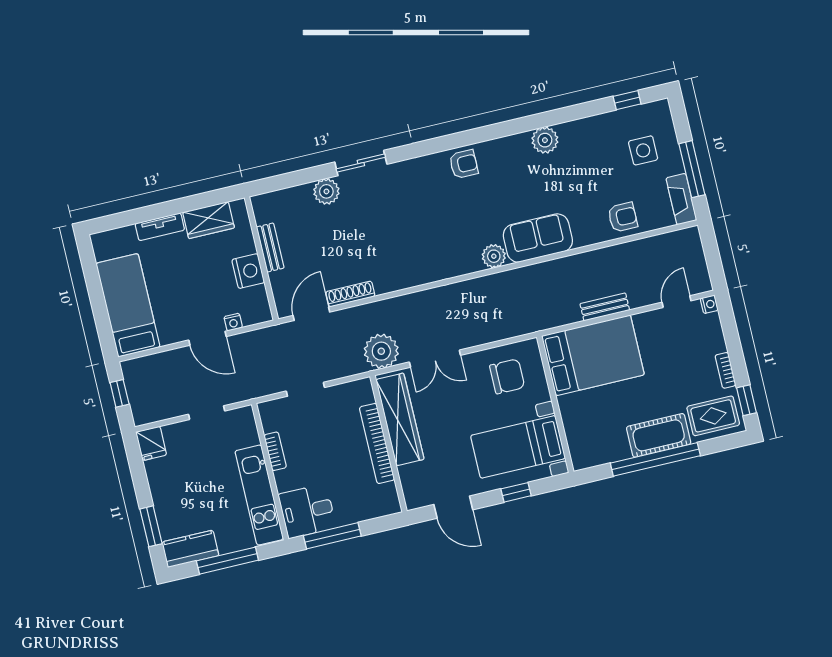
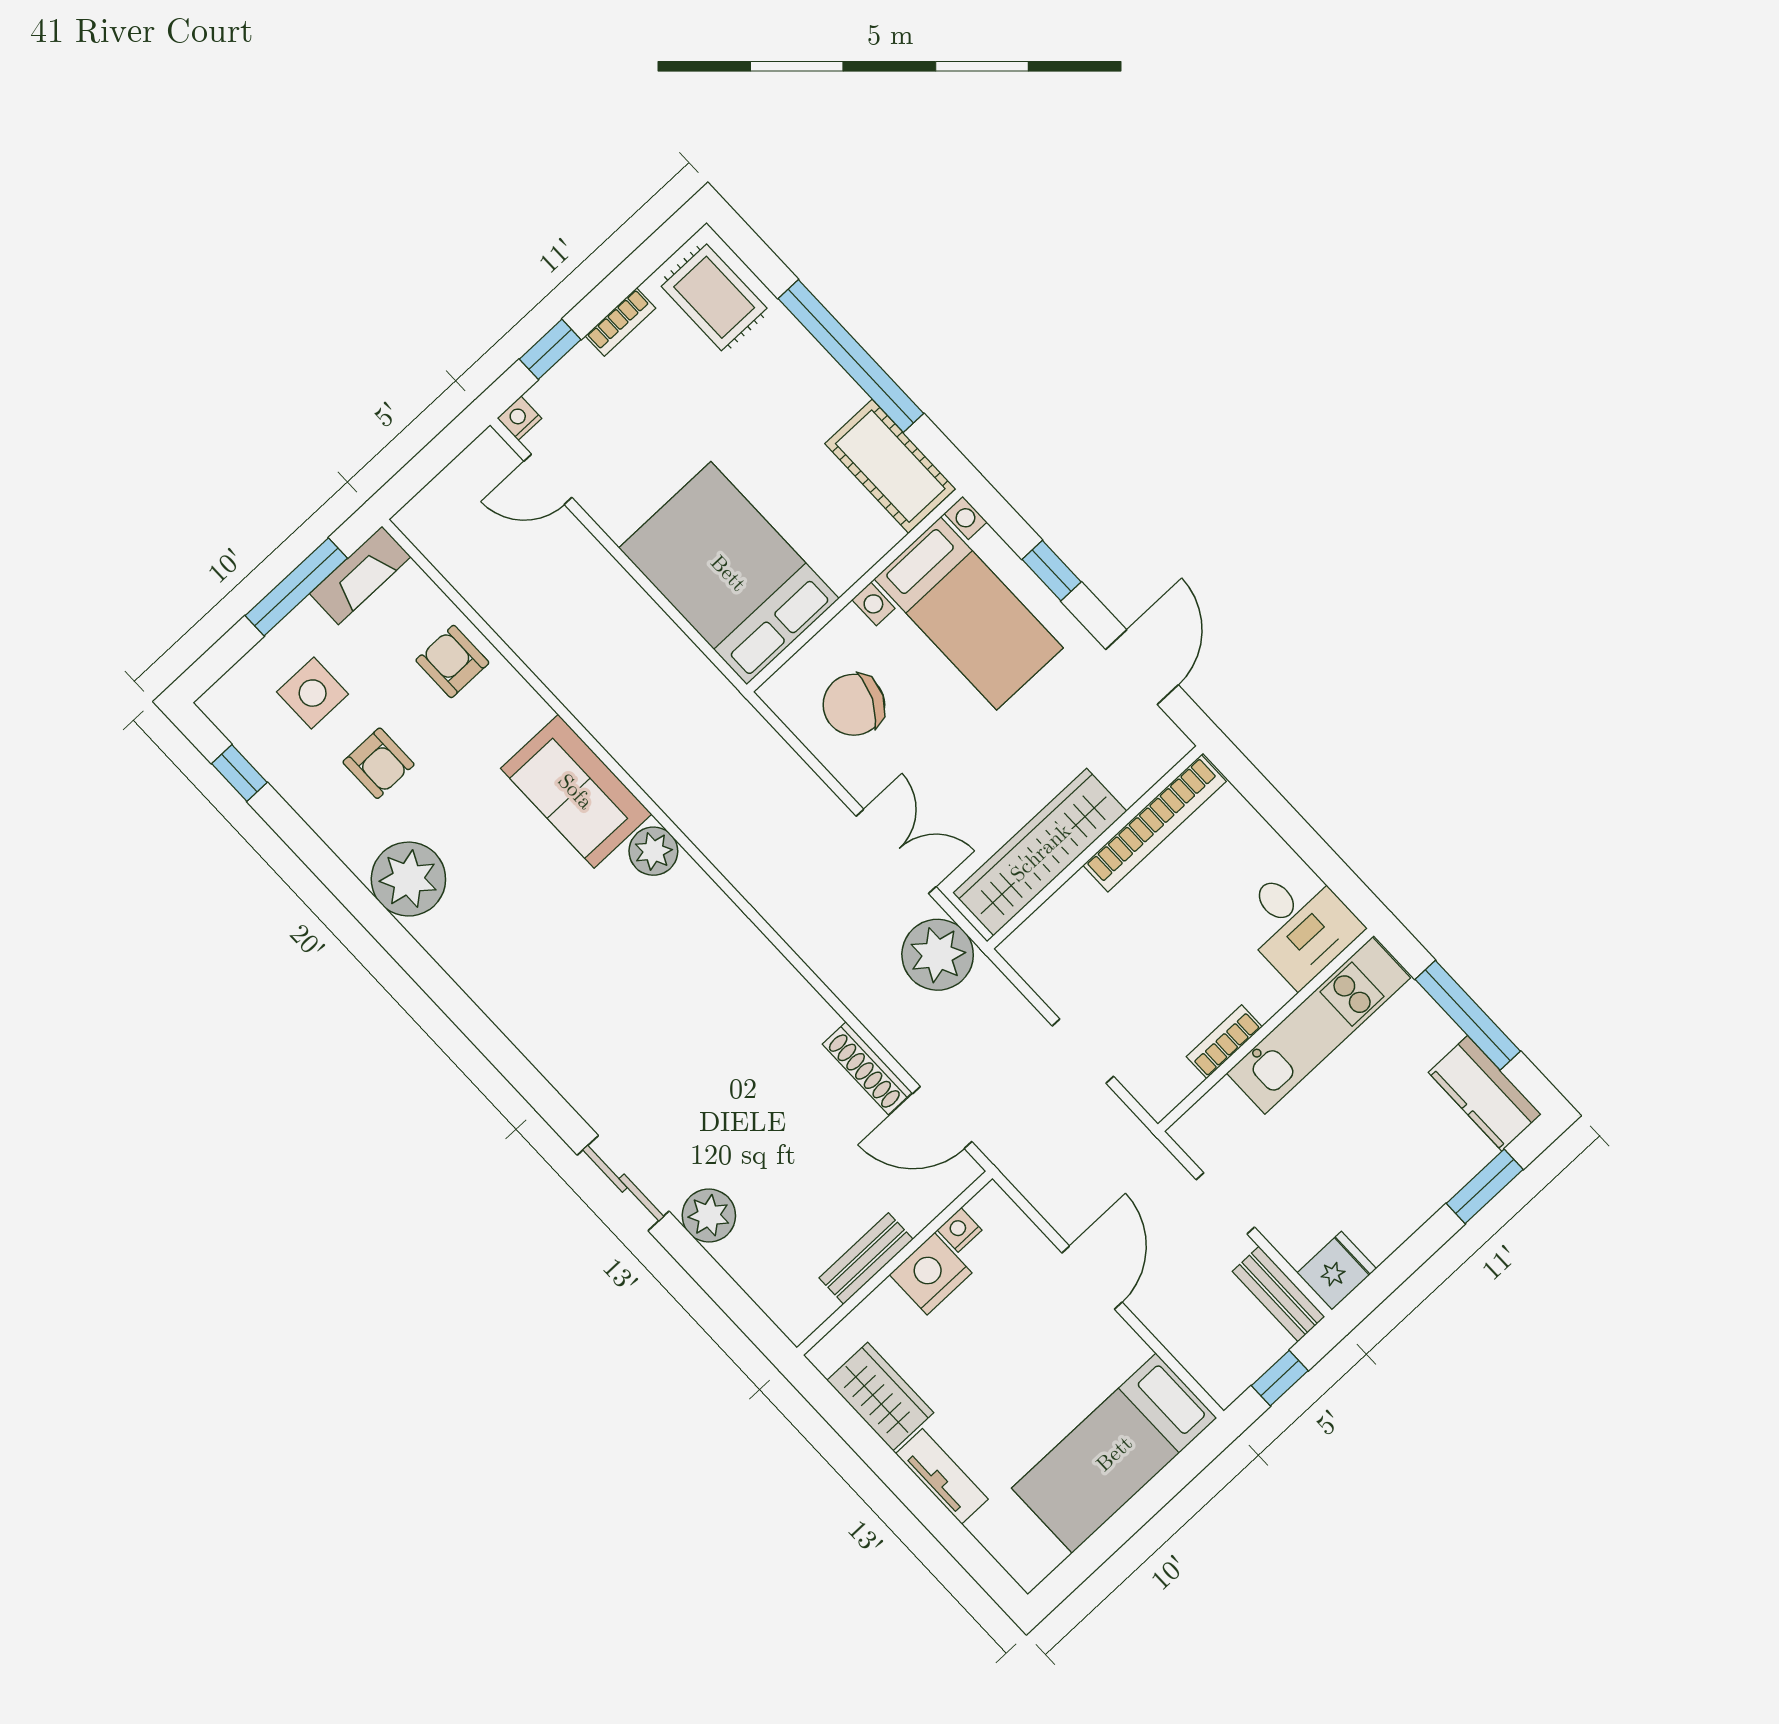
plant: (545, 140) -> (408, 879), width x1.36, depth x1.36
armchair: (464, 164) -> (379, 763), moved, turned 180
bench: (605, 307) -> (1279, 1294), moved
nightstand: (233, 322) -> (960, 1230), moved, turned -90
chair: (507, 376) -> (854, 705), turned -65
window: (747, 400) -> (550, 349), moved
cot: (659, 435) -> (890, 466), moved
bookcase: (377, 443) -> (1155, 823), moved
window: (332, 536) -> (1317, 854), removed

